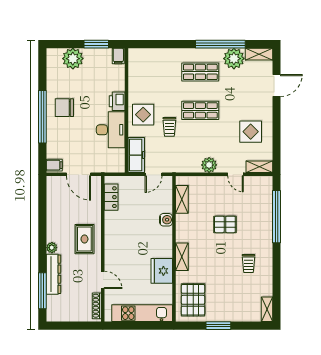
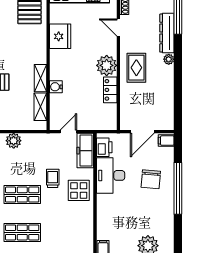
printer: (117, 101) -> (104, 147), moved
chair: (64, 108) -> (151, 179), moved, turned 95
door: (79, 174) -> (142, 132), swing flipped
locker: (111, 197) -> (110, 90), moved
plant: (115, 241) -> (107, 65), added
shelving: (182, 257) -> (40, 78), moved

